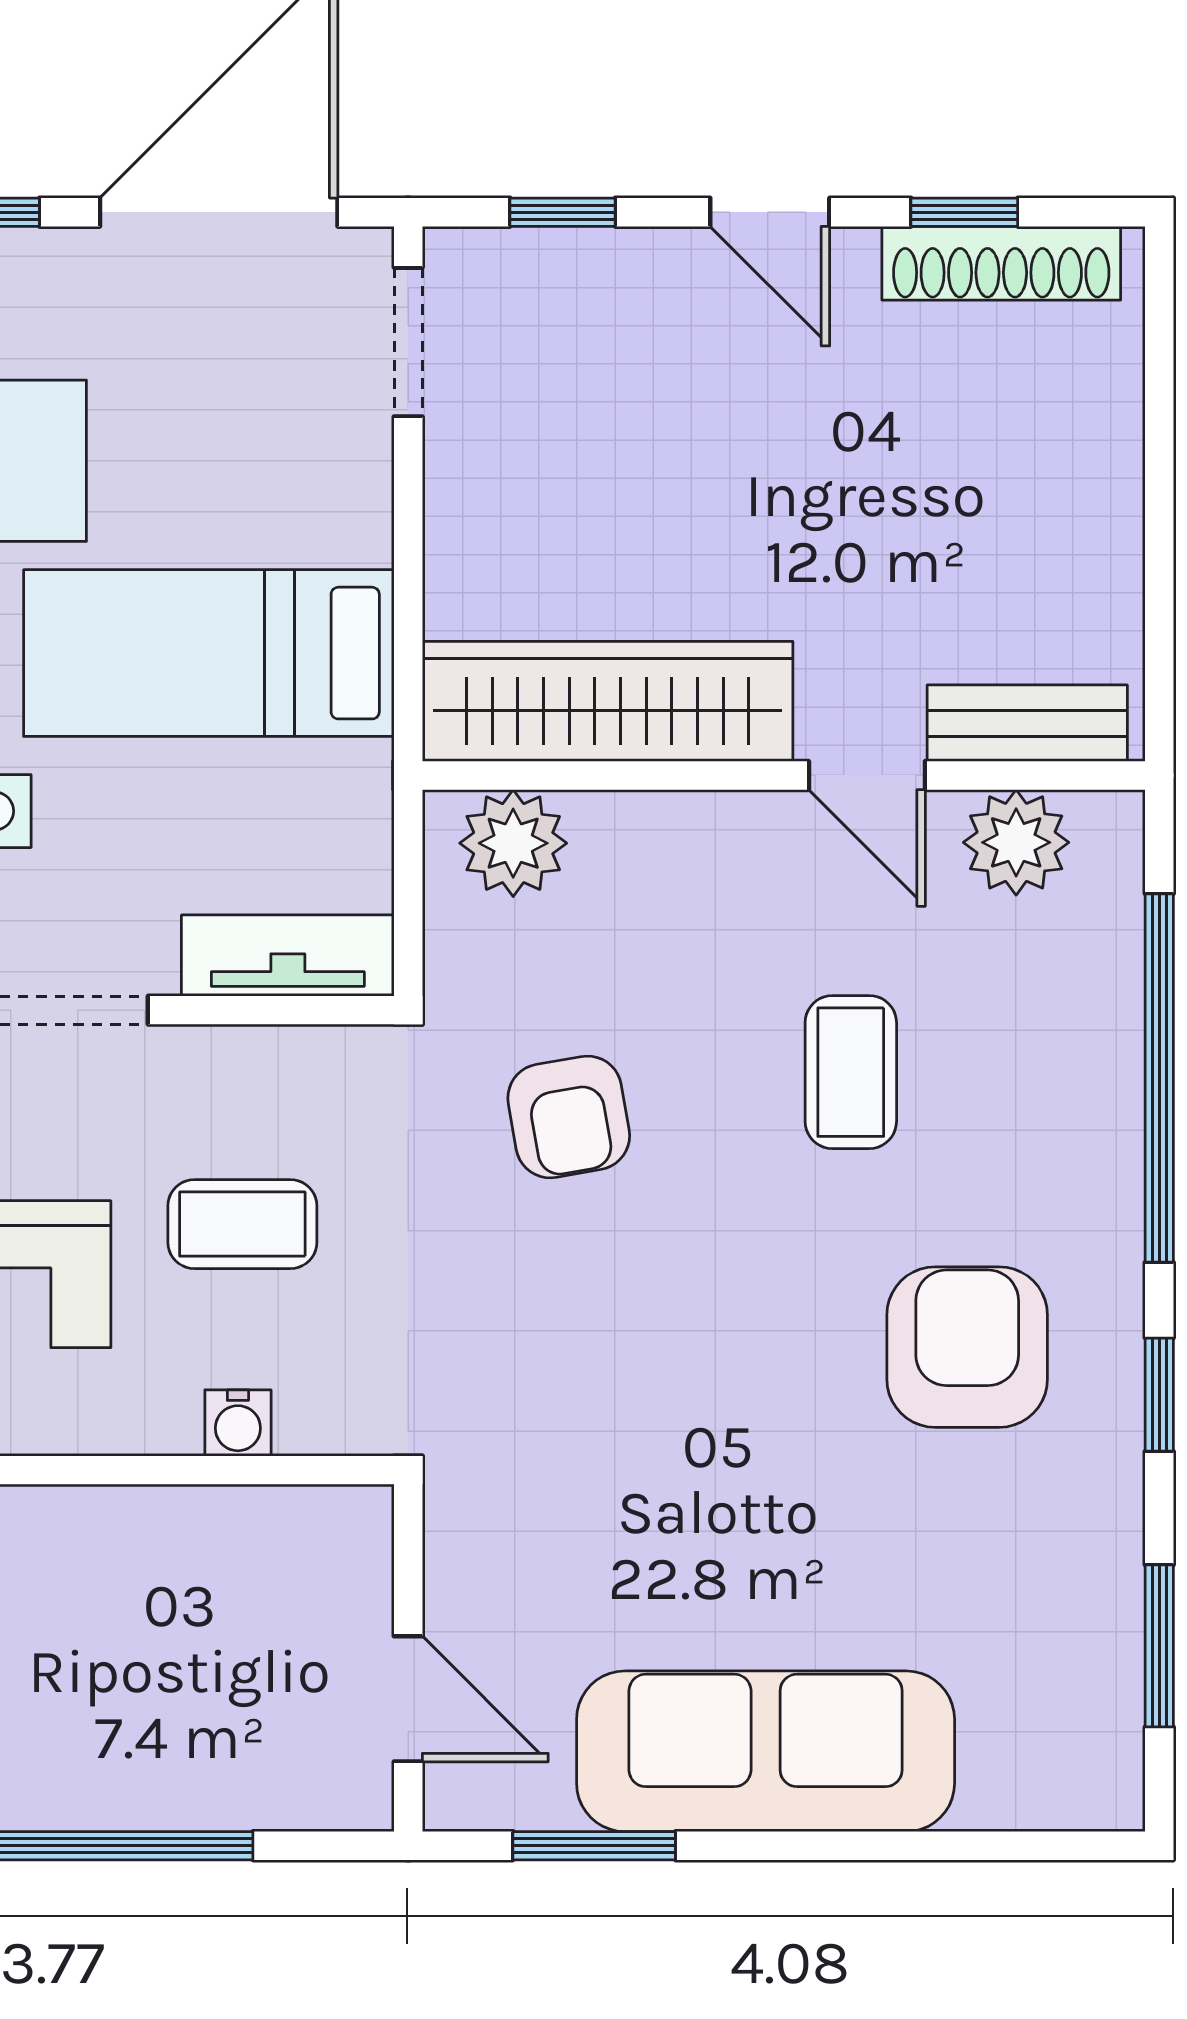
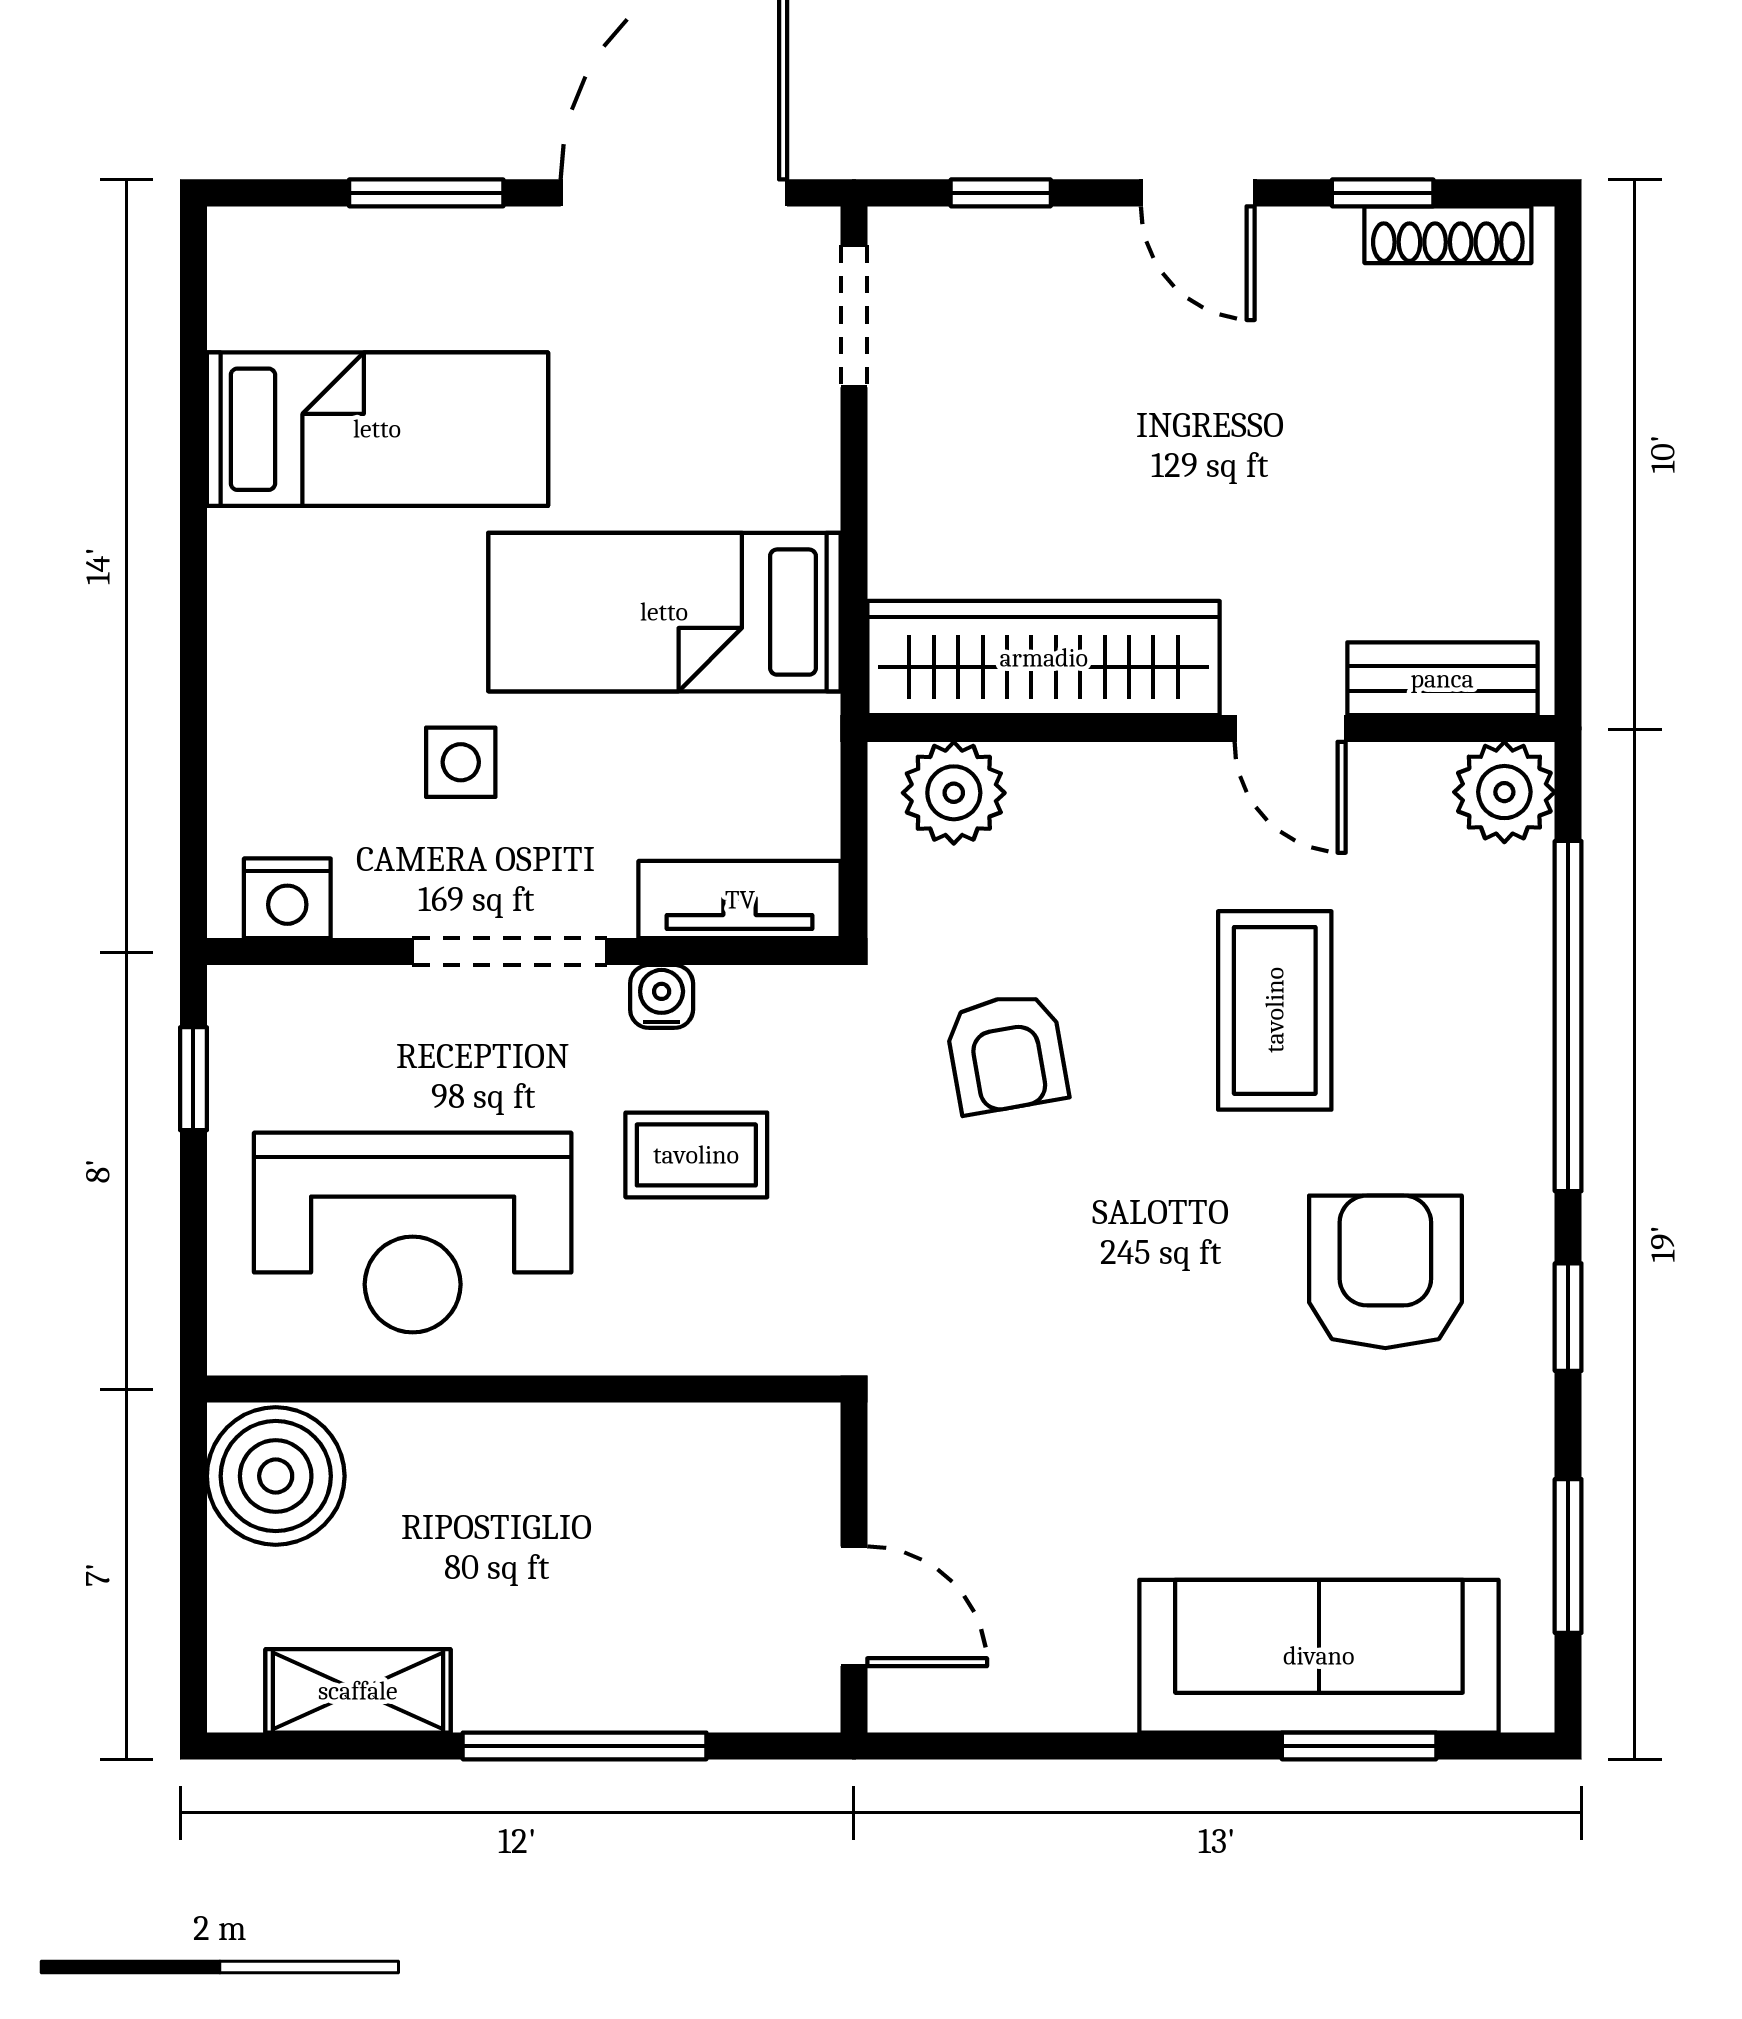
shoe rack: (1001, 263) -> (1448, 235), width x0.74, depth x0.81
plant: (1016, 842) -> (1504, 792), moved
coffee table: (851, 1072) -> (1275, 1010), width x1.36, depth x1.30
water cooler: (238, 1423) -> (662, 996), moved, turned 180
sofa: (766, 1751) -> (1319, 1656), moved
window: (594, 1846) -> (1359, 1746), moved

